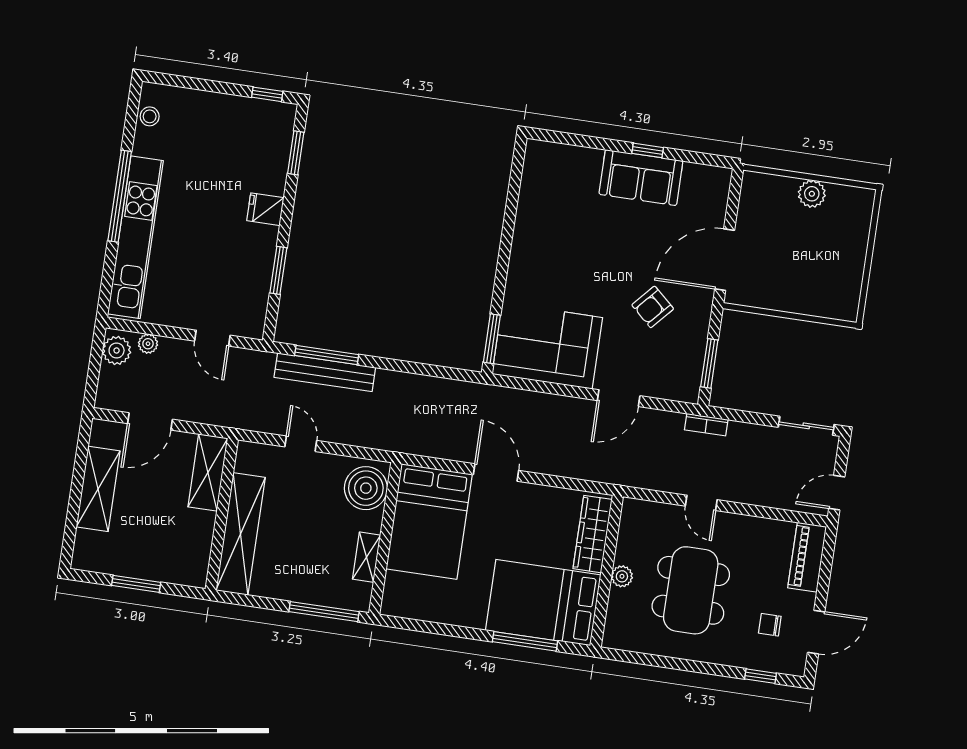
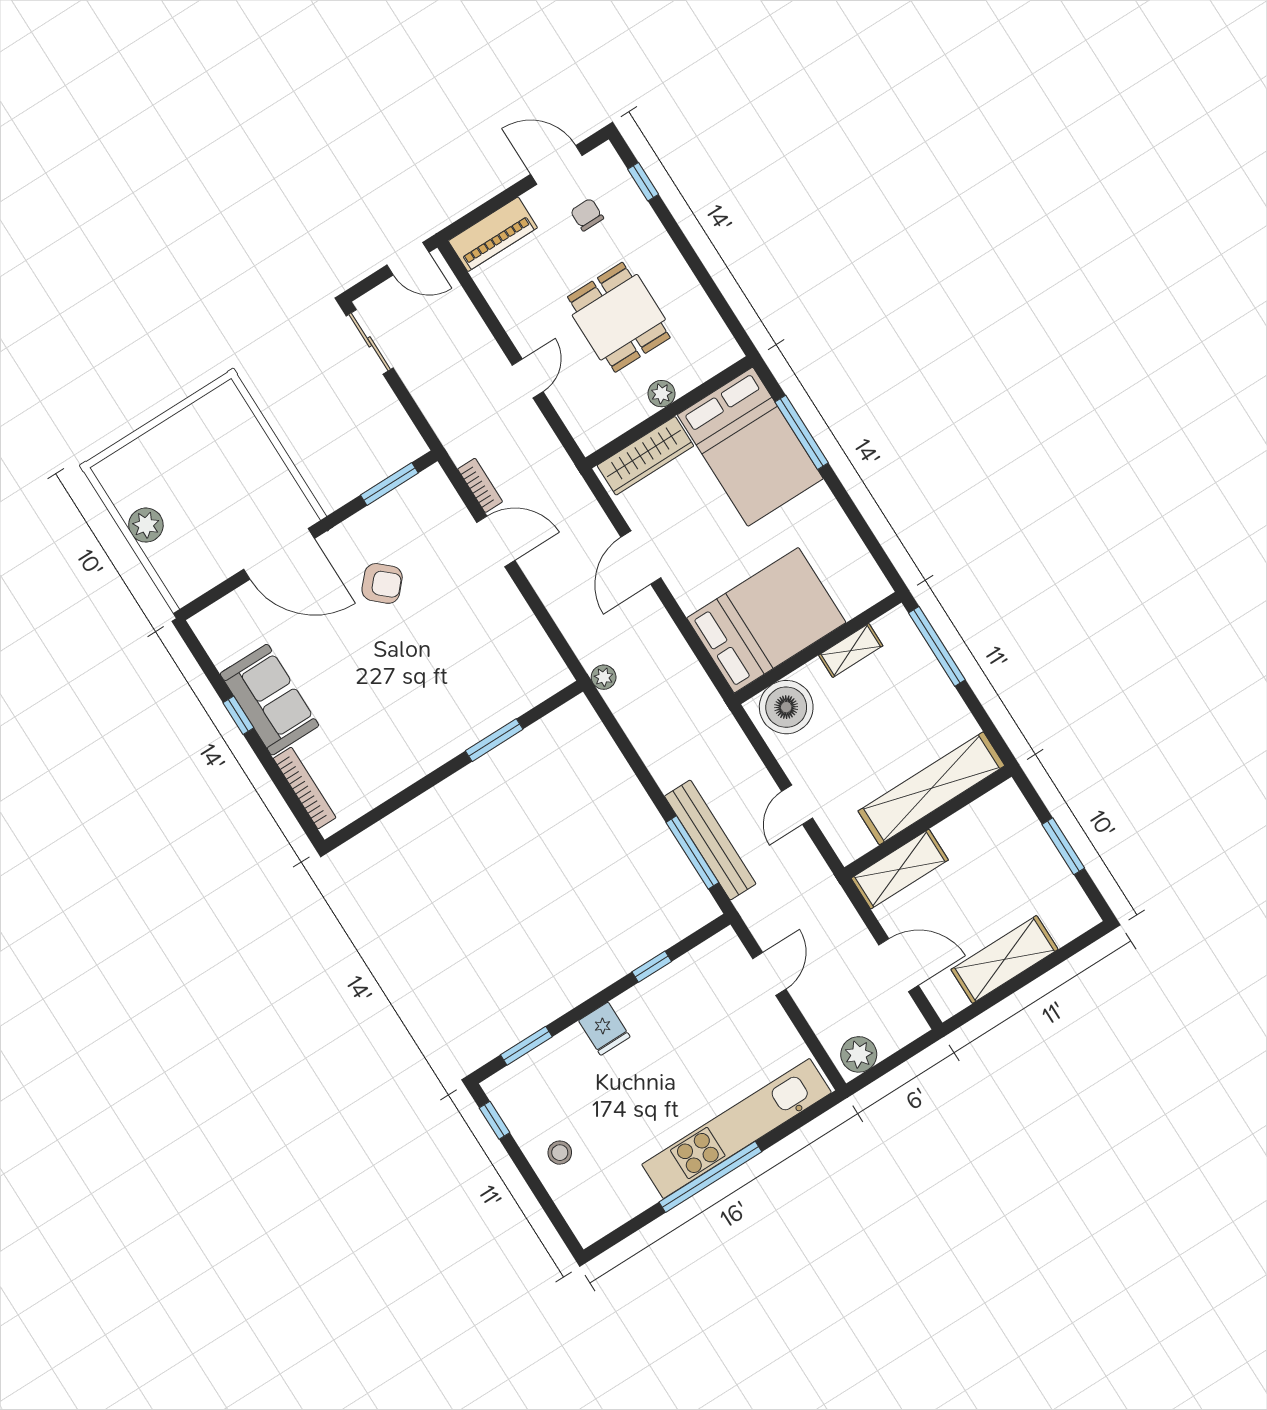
stool: (150, 116) -> (560, 1153), moved
bookcase: (569, 153) -> (305, 788), added
window: (278, 270) -> (652, 967), width x0.67
window: (492, 339) -> (494, 740), moved
plant: (148, 344) -> (604, 677), moved
corner sofa: (547, 346) -> (505, 651), removed
bookcase: (706, 425) -> (480, 485), moved
door: (496, 473) -> (641, 558), moved
dining table: (691, 590) -> (619, 317), width x0.73
chair: (770, 625) -> (587, 215), turned 180

